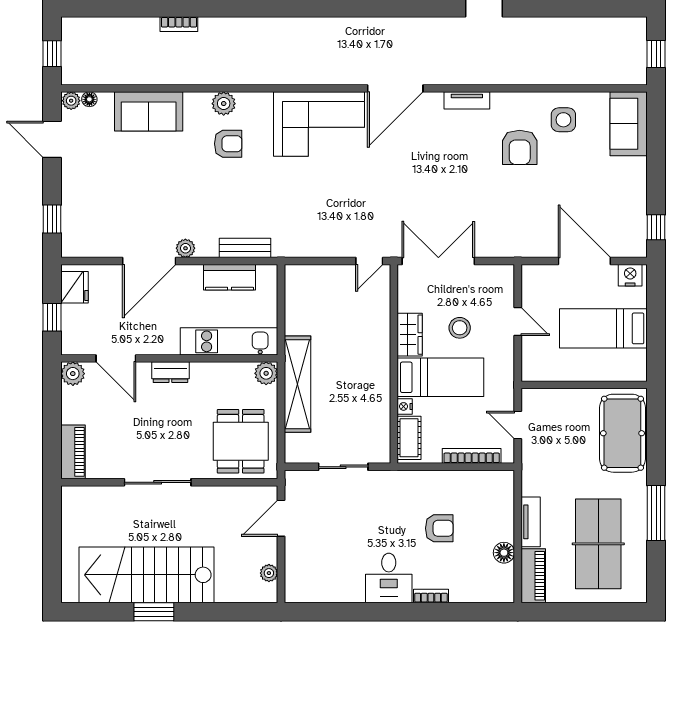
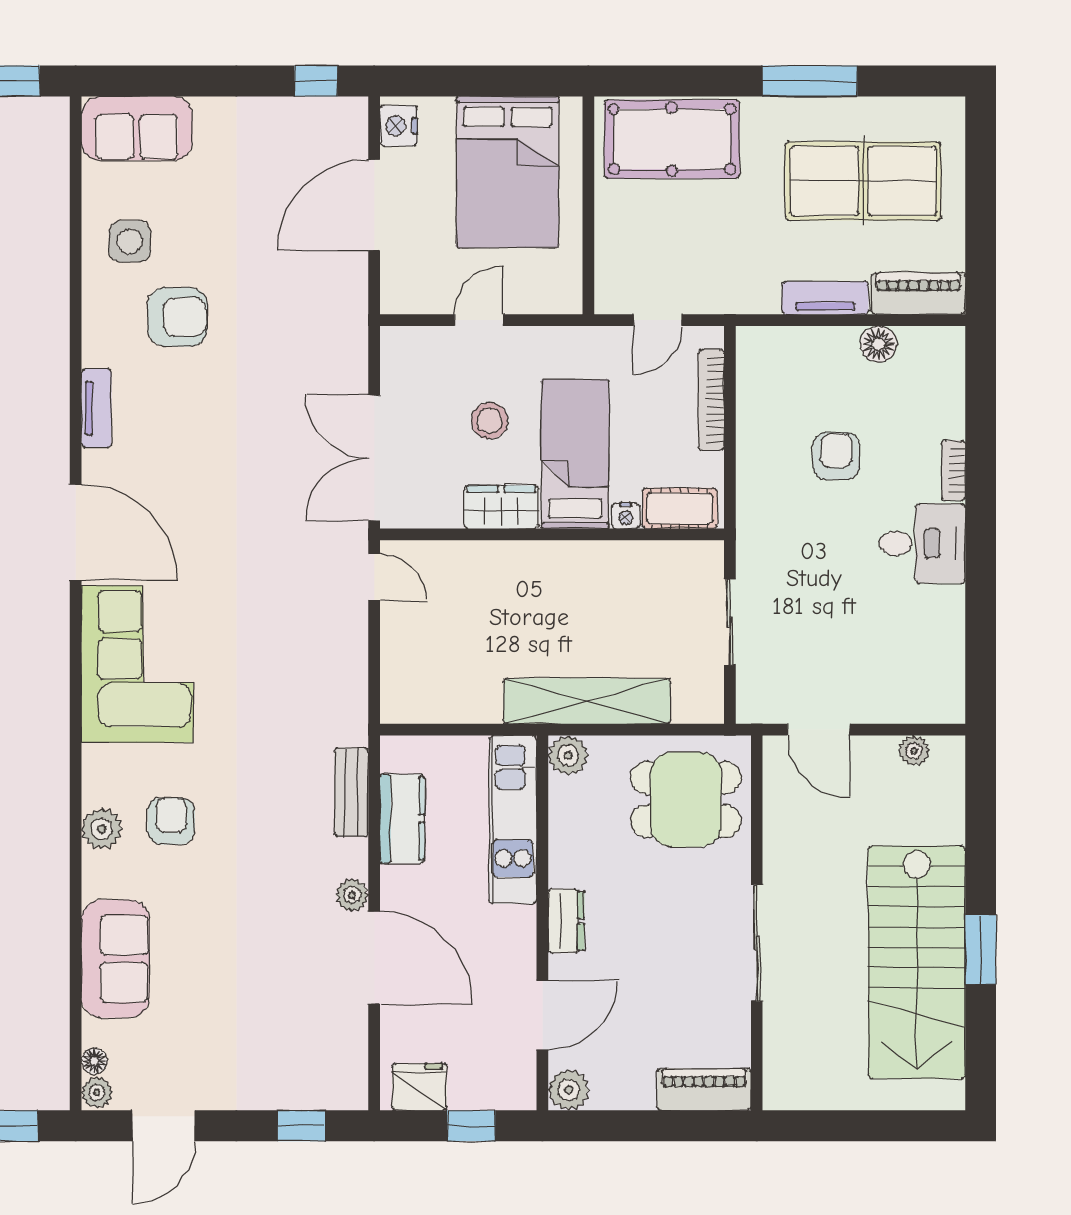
bed: (603, 328) -> (508, 172), width x1.50

